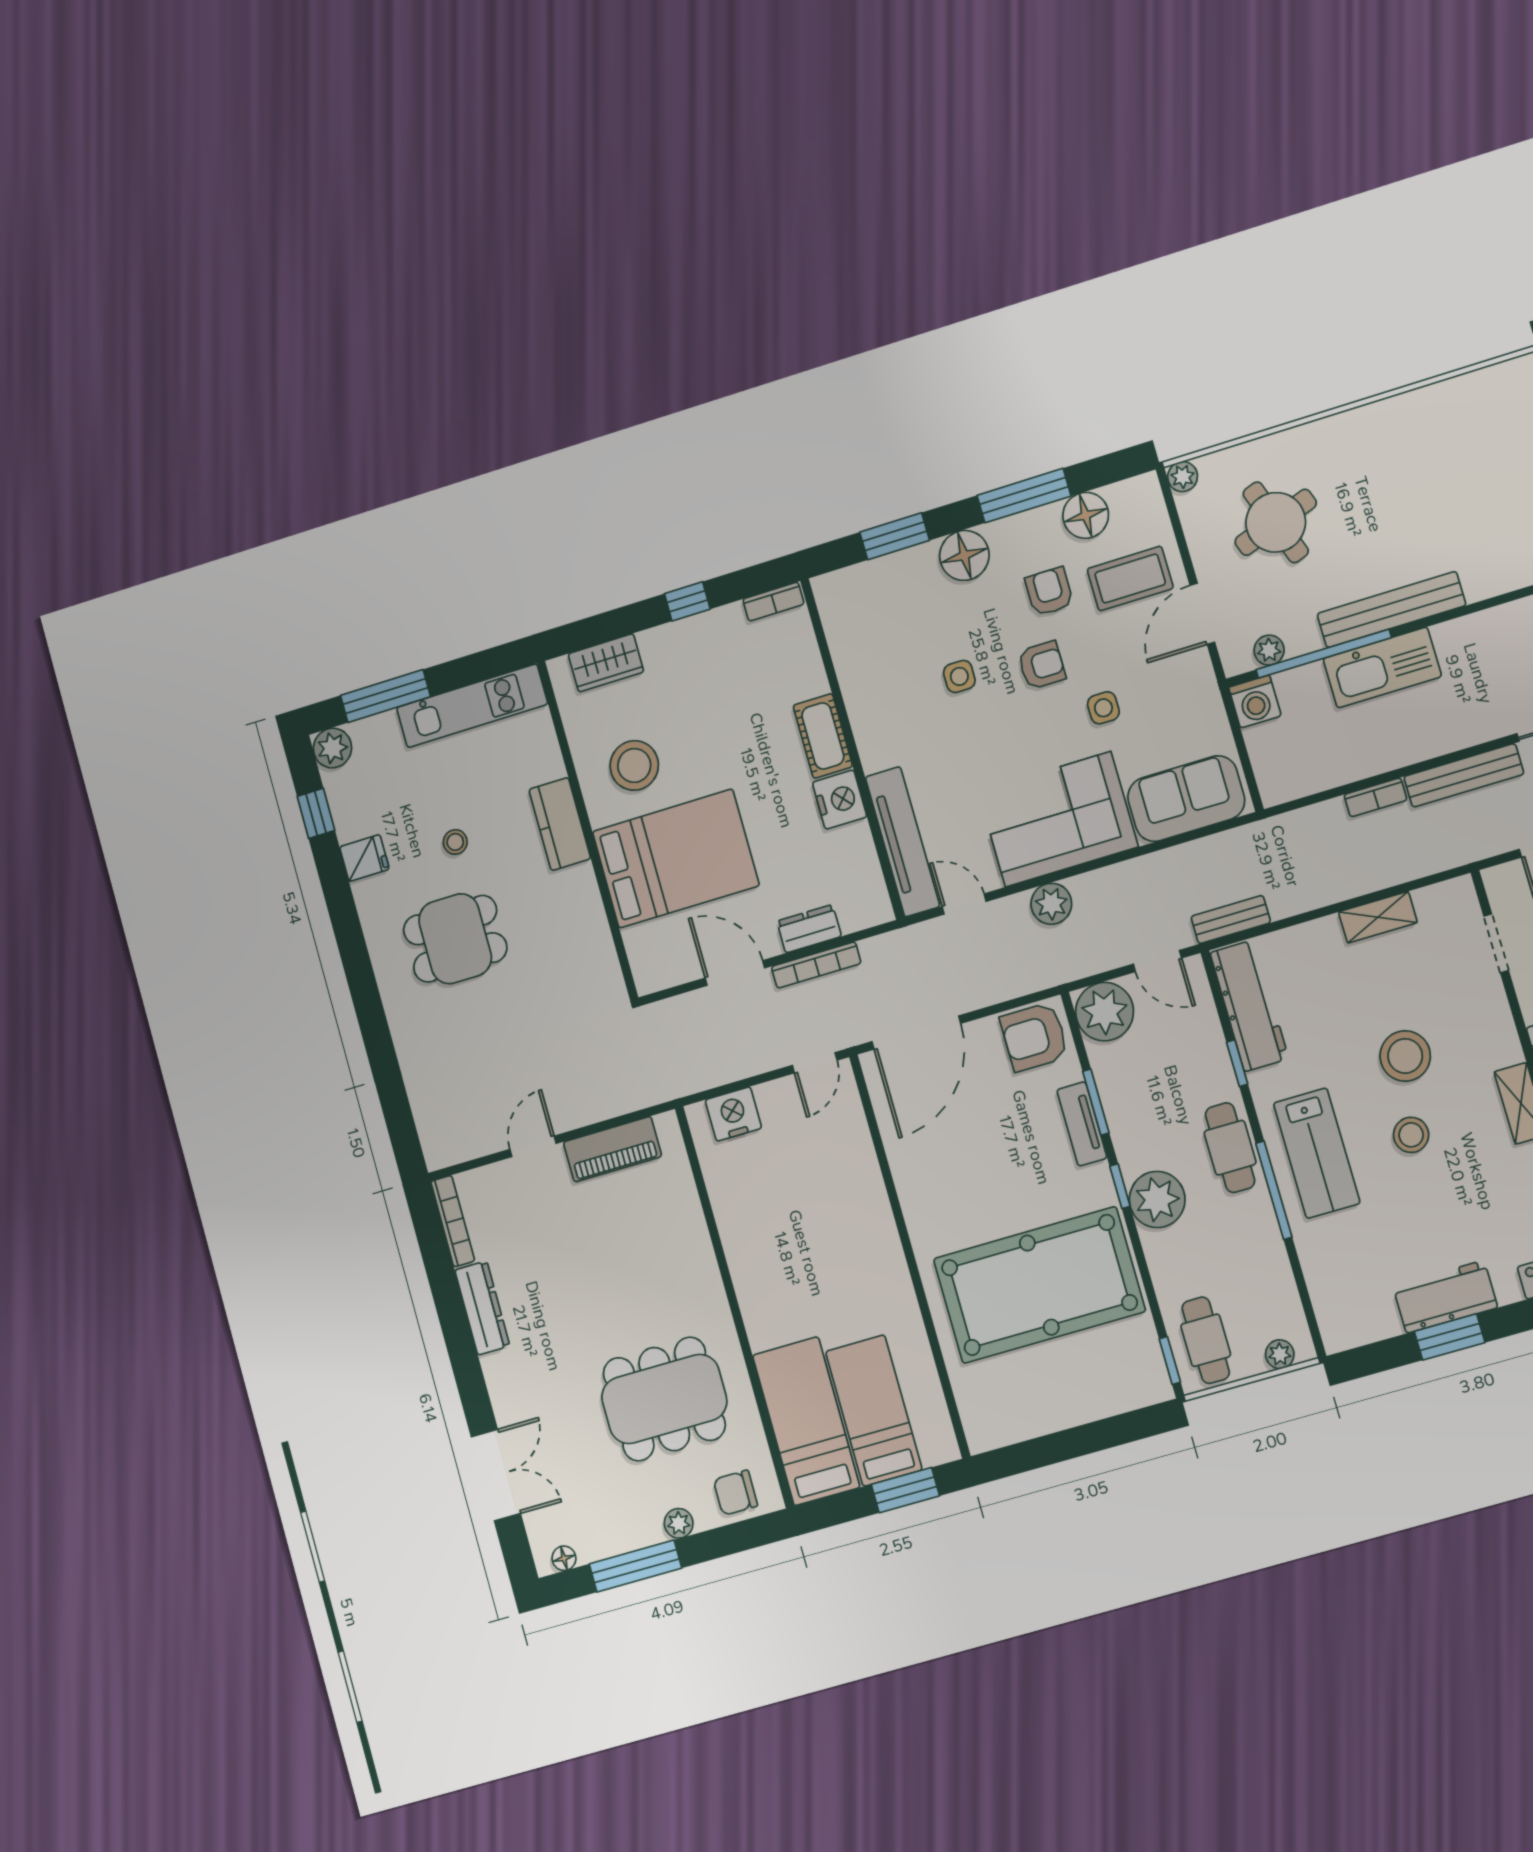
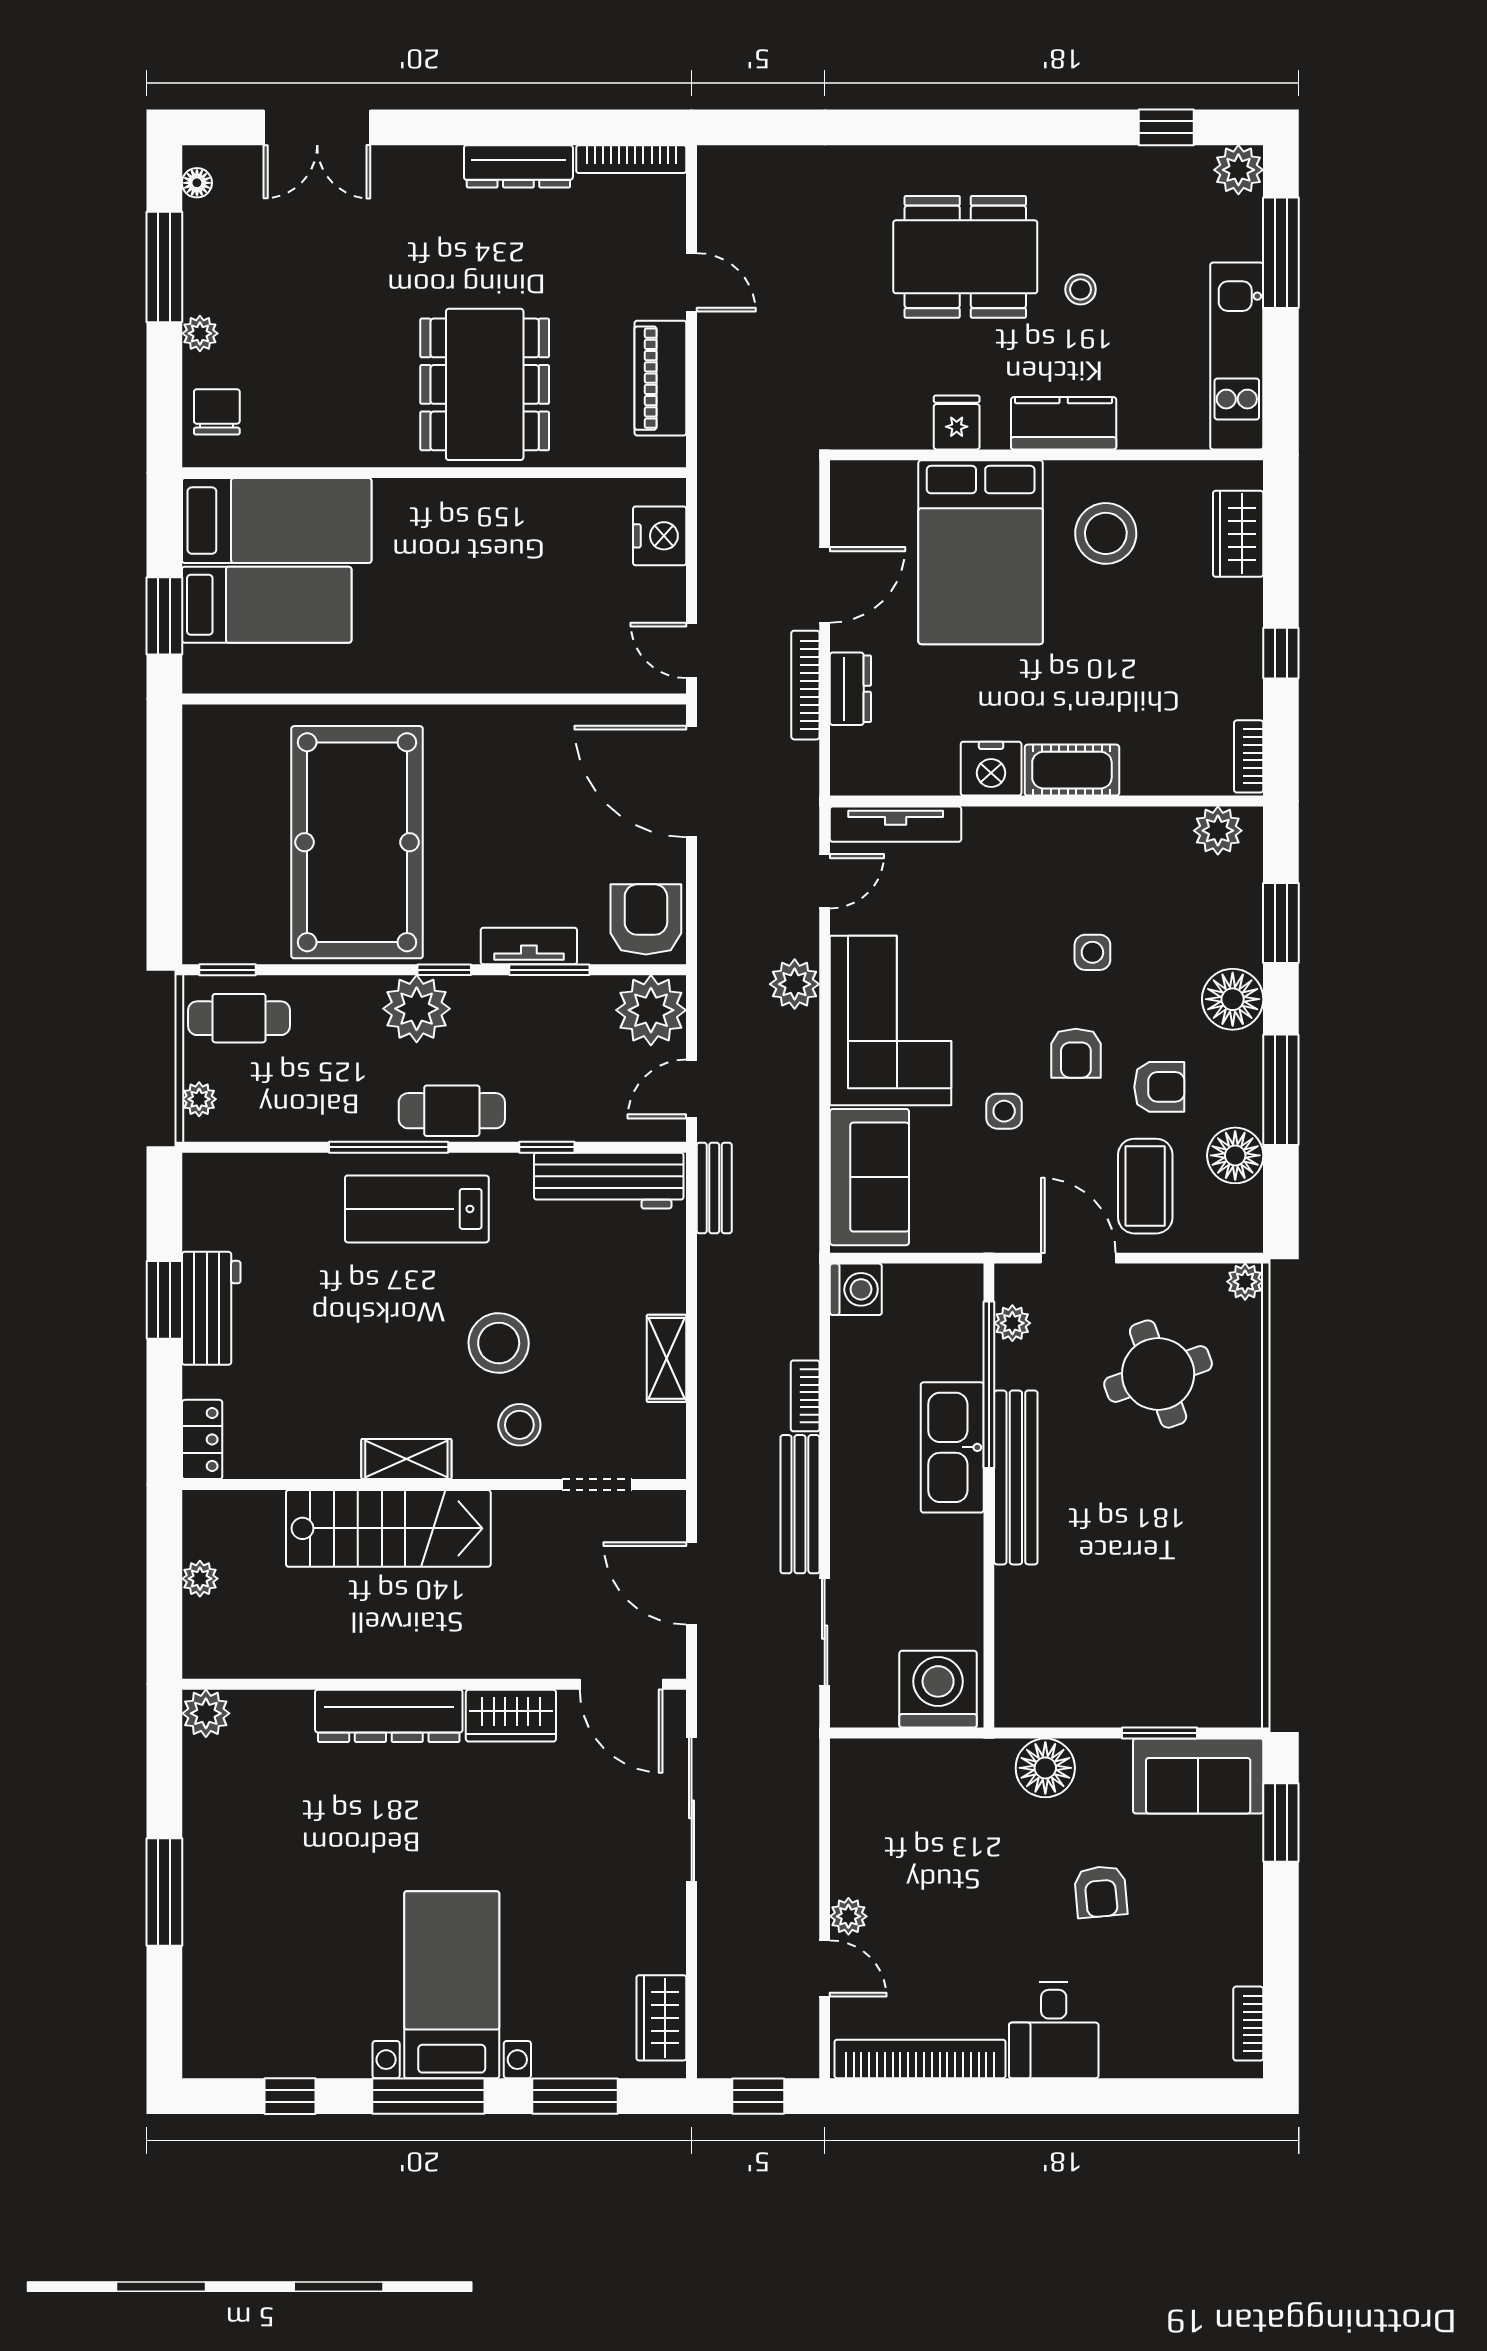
plant: (837, 608) -> (1218, 831), added
washing machine: (1255, 702) -> (856, 1289), moved, turned 180
tv unit: (902, 842) -> (896, 824), width x0.73, depth x0.78
fridge: (364, 858) -> (957, 422), moved, turned 180
dining table: (455, 939) -> (965, 257), width x1.37
stool: (1411, 1135) -> (519, 1425), moved
dining table: (664, 1399) -> (485, 384), moved

